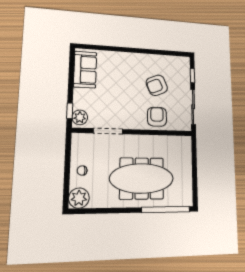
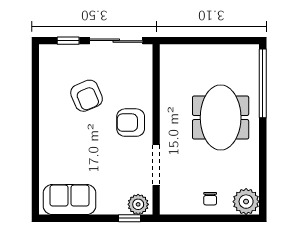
armchair: (157, 117) -> (131, 123), moved
meeting table: (142, 178) -> (221, 118), width x0.73

